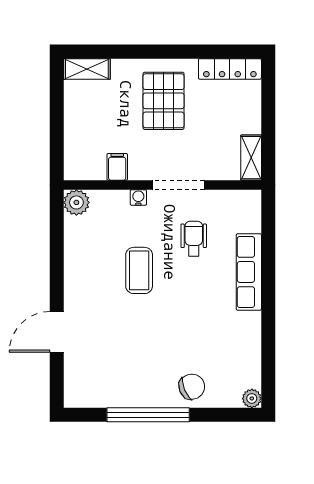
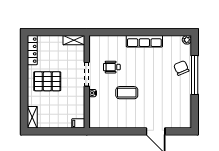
filing cabinet: (117, 167) -> (78, 123), moved
plant: (76, 202) -> (95, 122), removed
row of seats: (249, 272) -> (144, 41), moved
window: (148, 415) -> (195, 75), moved

